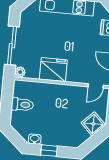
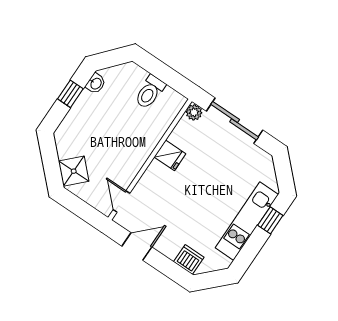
fridge: (53, 70) -> (170, 155), width x0.53, depth x0.75

